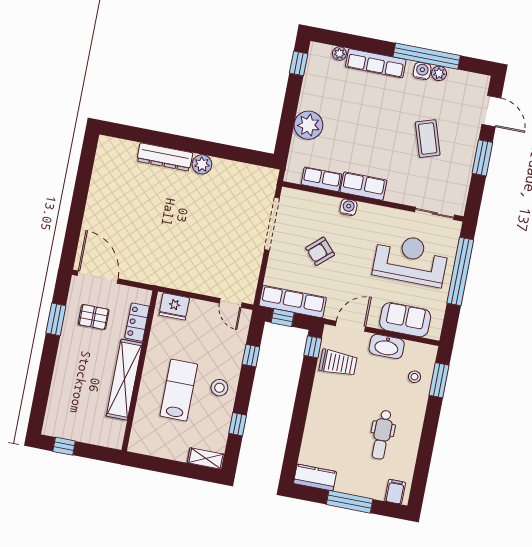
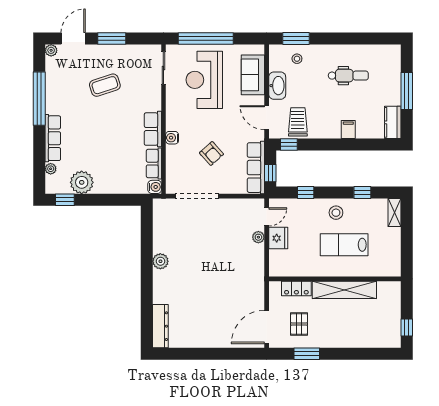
water cooler: (422, 71) -> (155, 187), moved, turned 180
plant: (439, 73) -> (51, 50), moved
plant: (308, 125) -> (82, 182), moved
dresser: (165, 157) -> (160, 326), moved
plant: (208, 288) -> (258, 237), added
fridge: (174, 306) -> (278, 238), moved
filing cabinet: (395, 492) -> (348, 130), moved, turned 90

